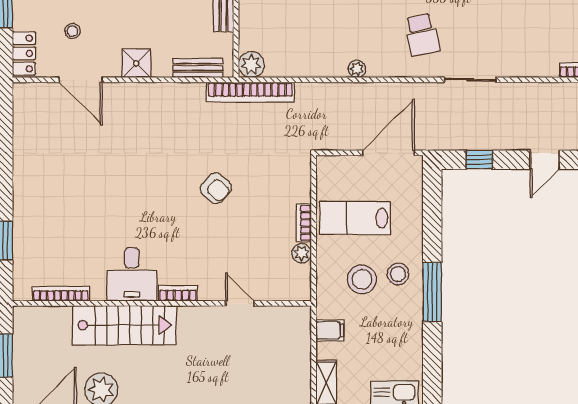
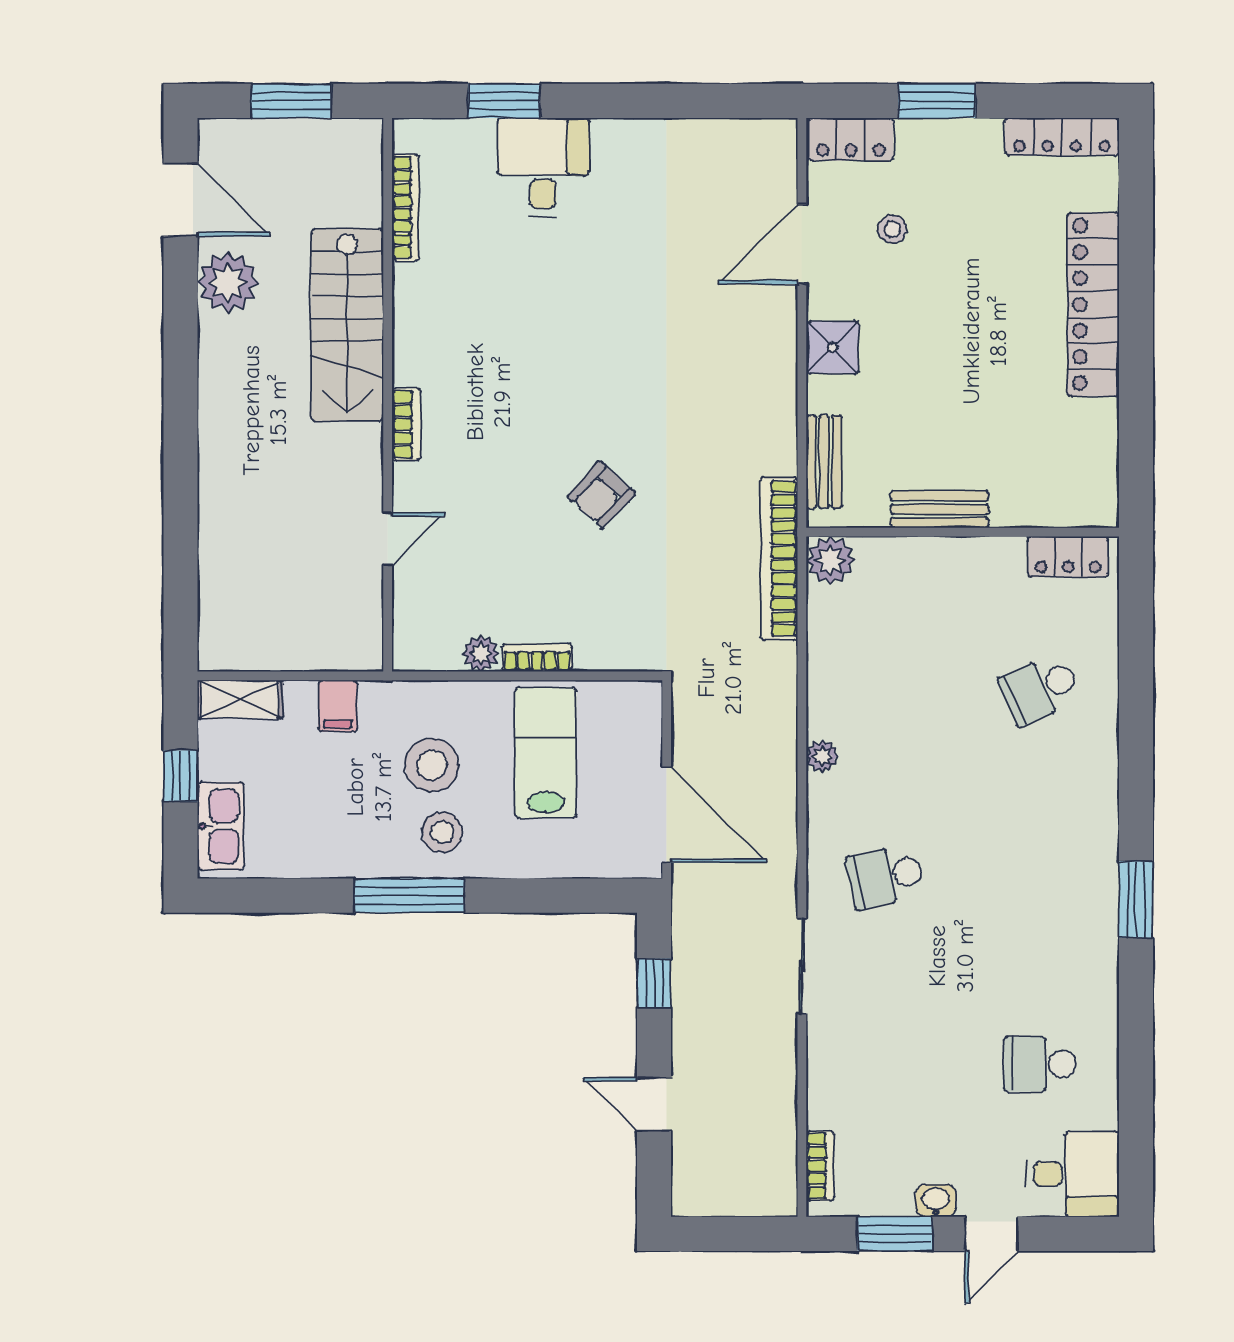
desk: (132, 274) -> (543, 167), moved, turned 90

